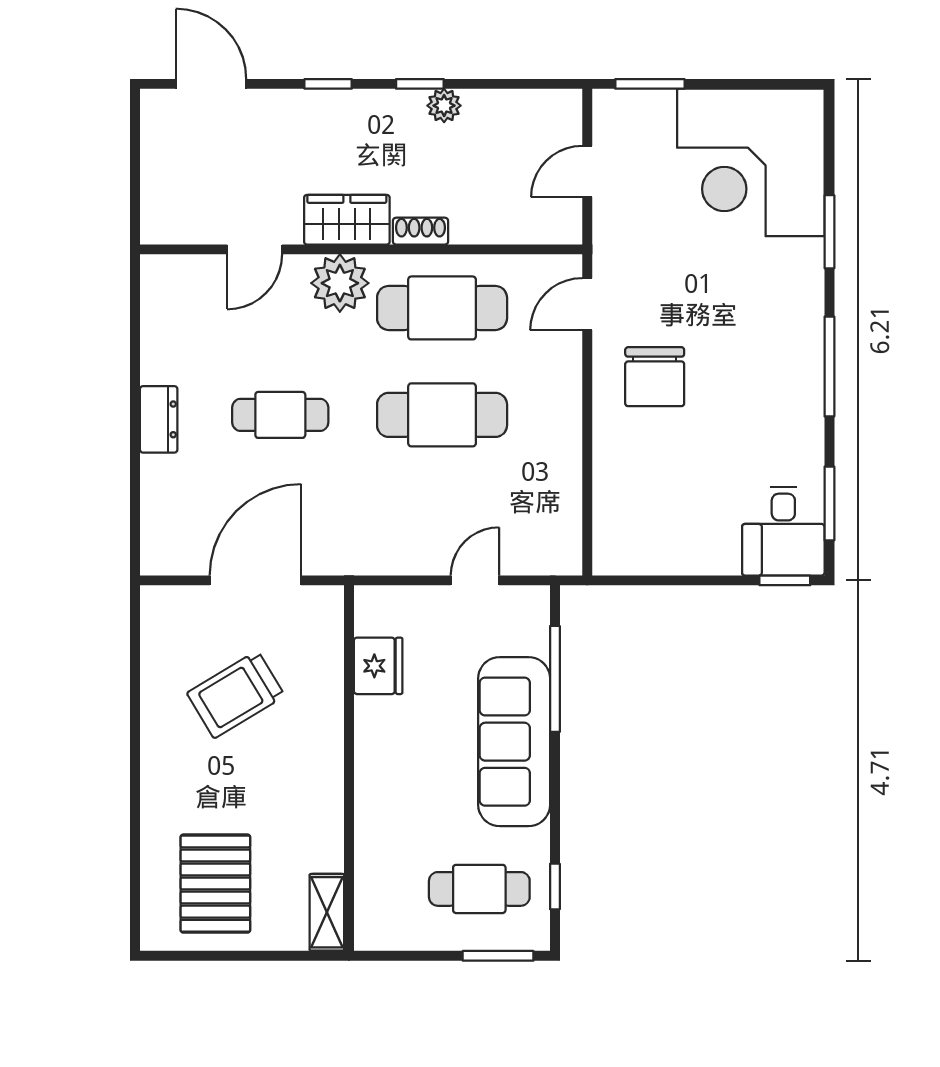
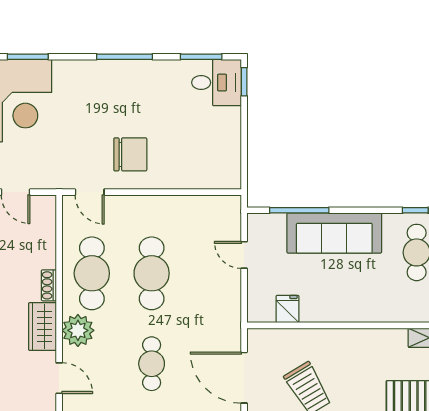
window: (829, 232) -> (28, 57), moved
fridge: (378, 666) -> (287, 309), width x0.72

